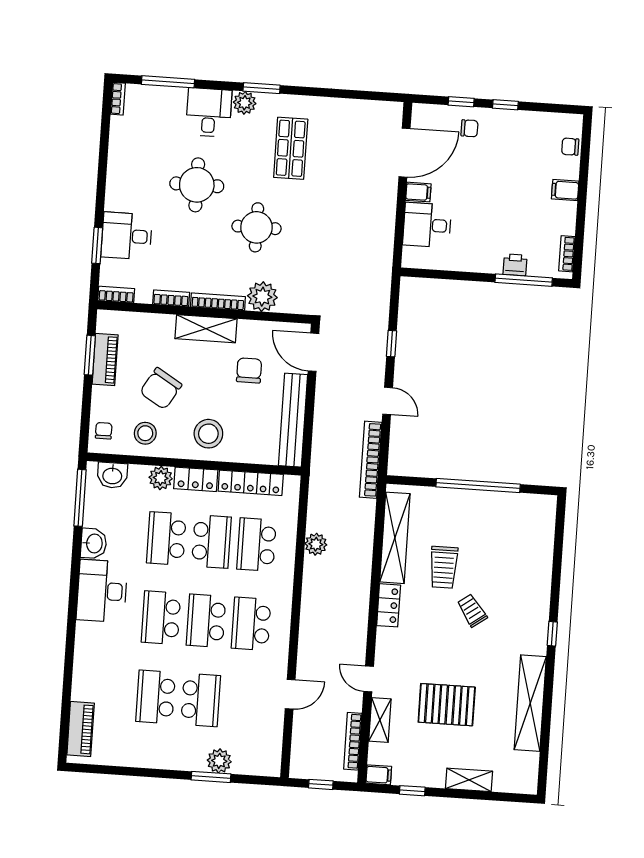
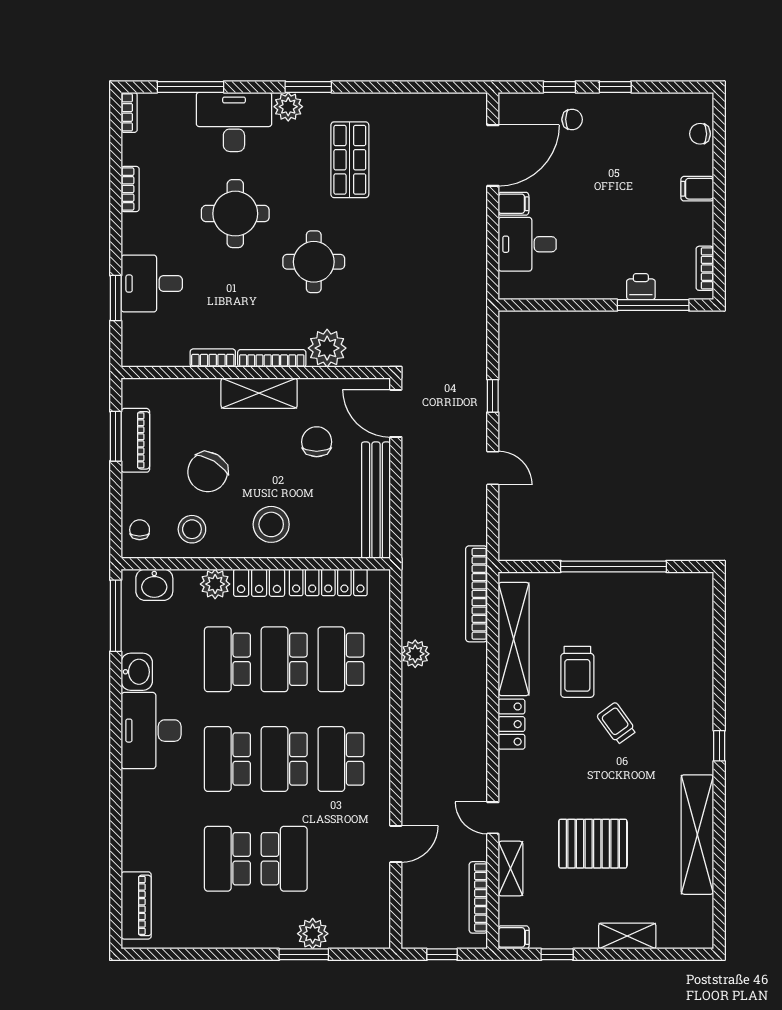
desk: (209, 112) -> (234, 122), width x1.37
bookcase: (116, 295) -> (130, 189), moved, turned 90
bookcase: (371, 460) -> (477, 594), moved
school desk: (211, 542) -> (284, 659), turned 180

